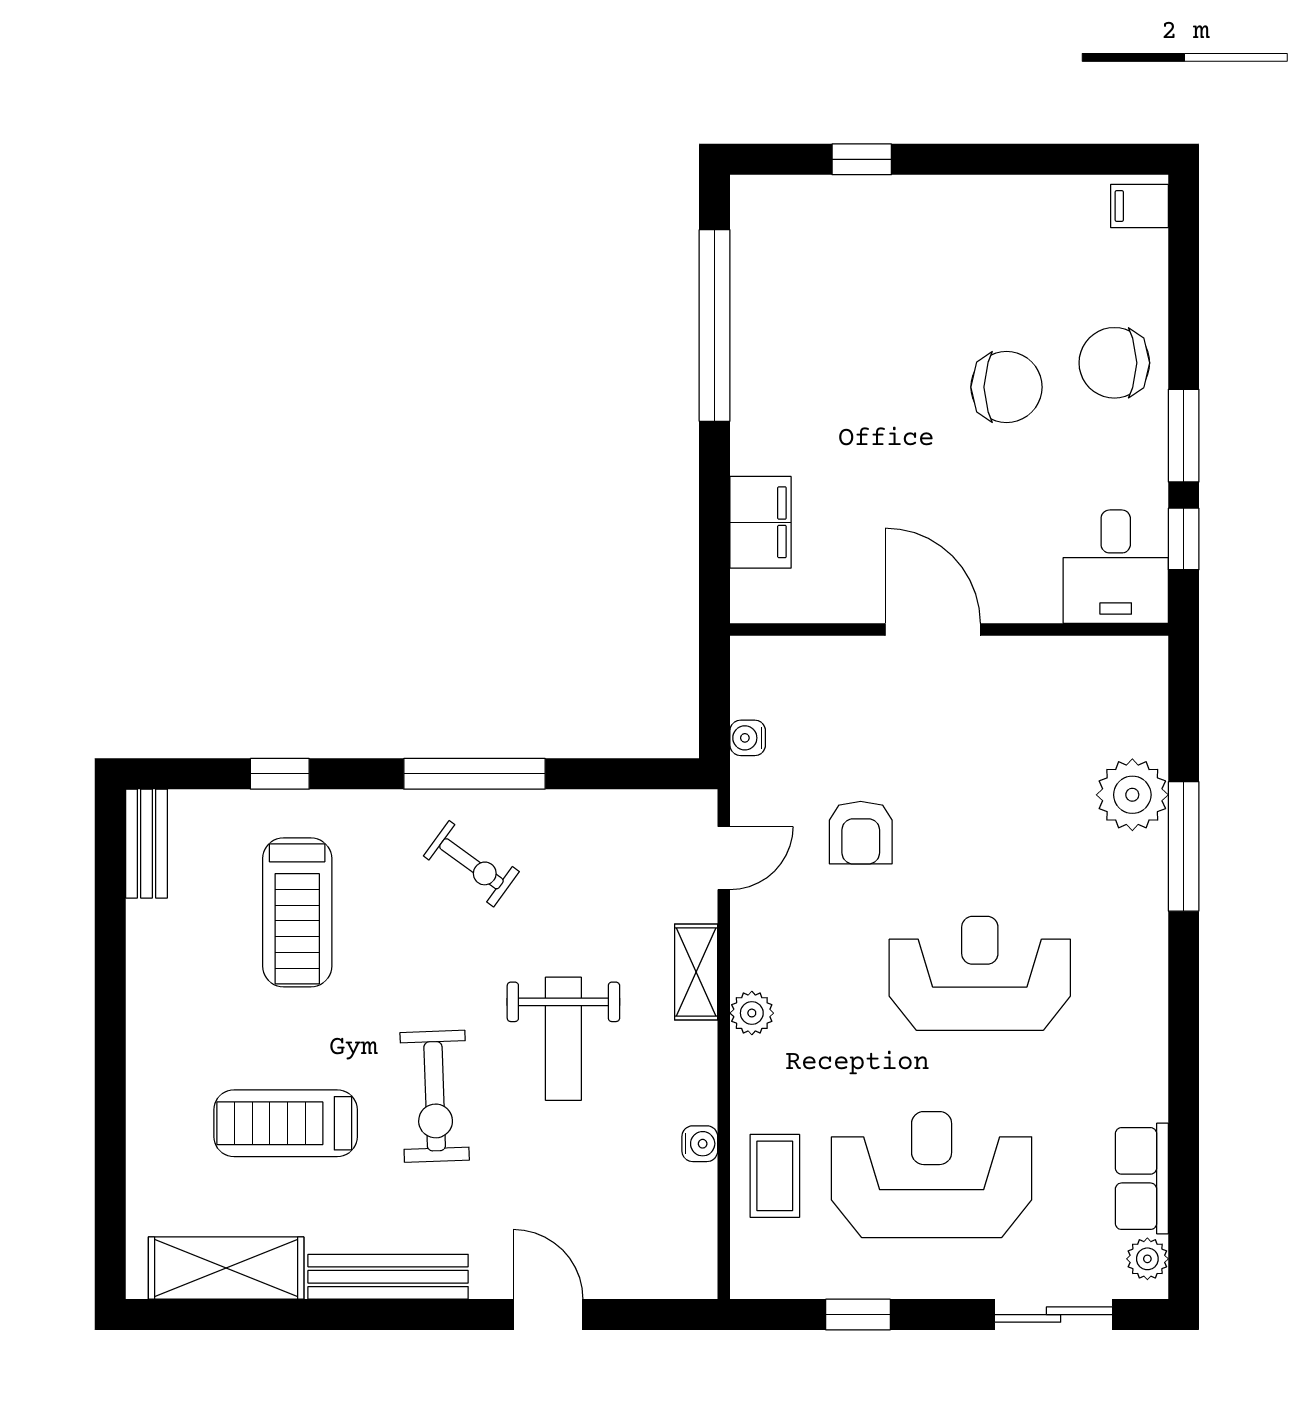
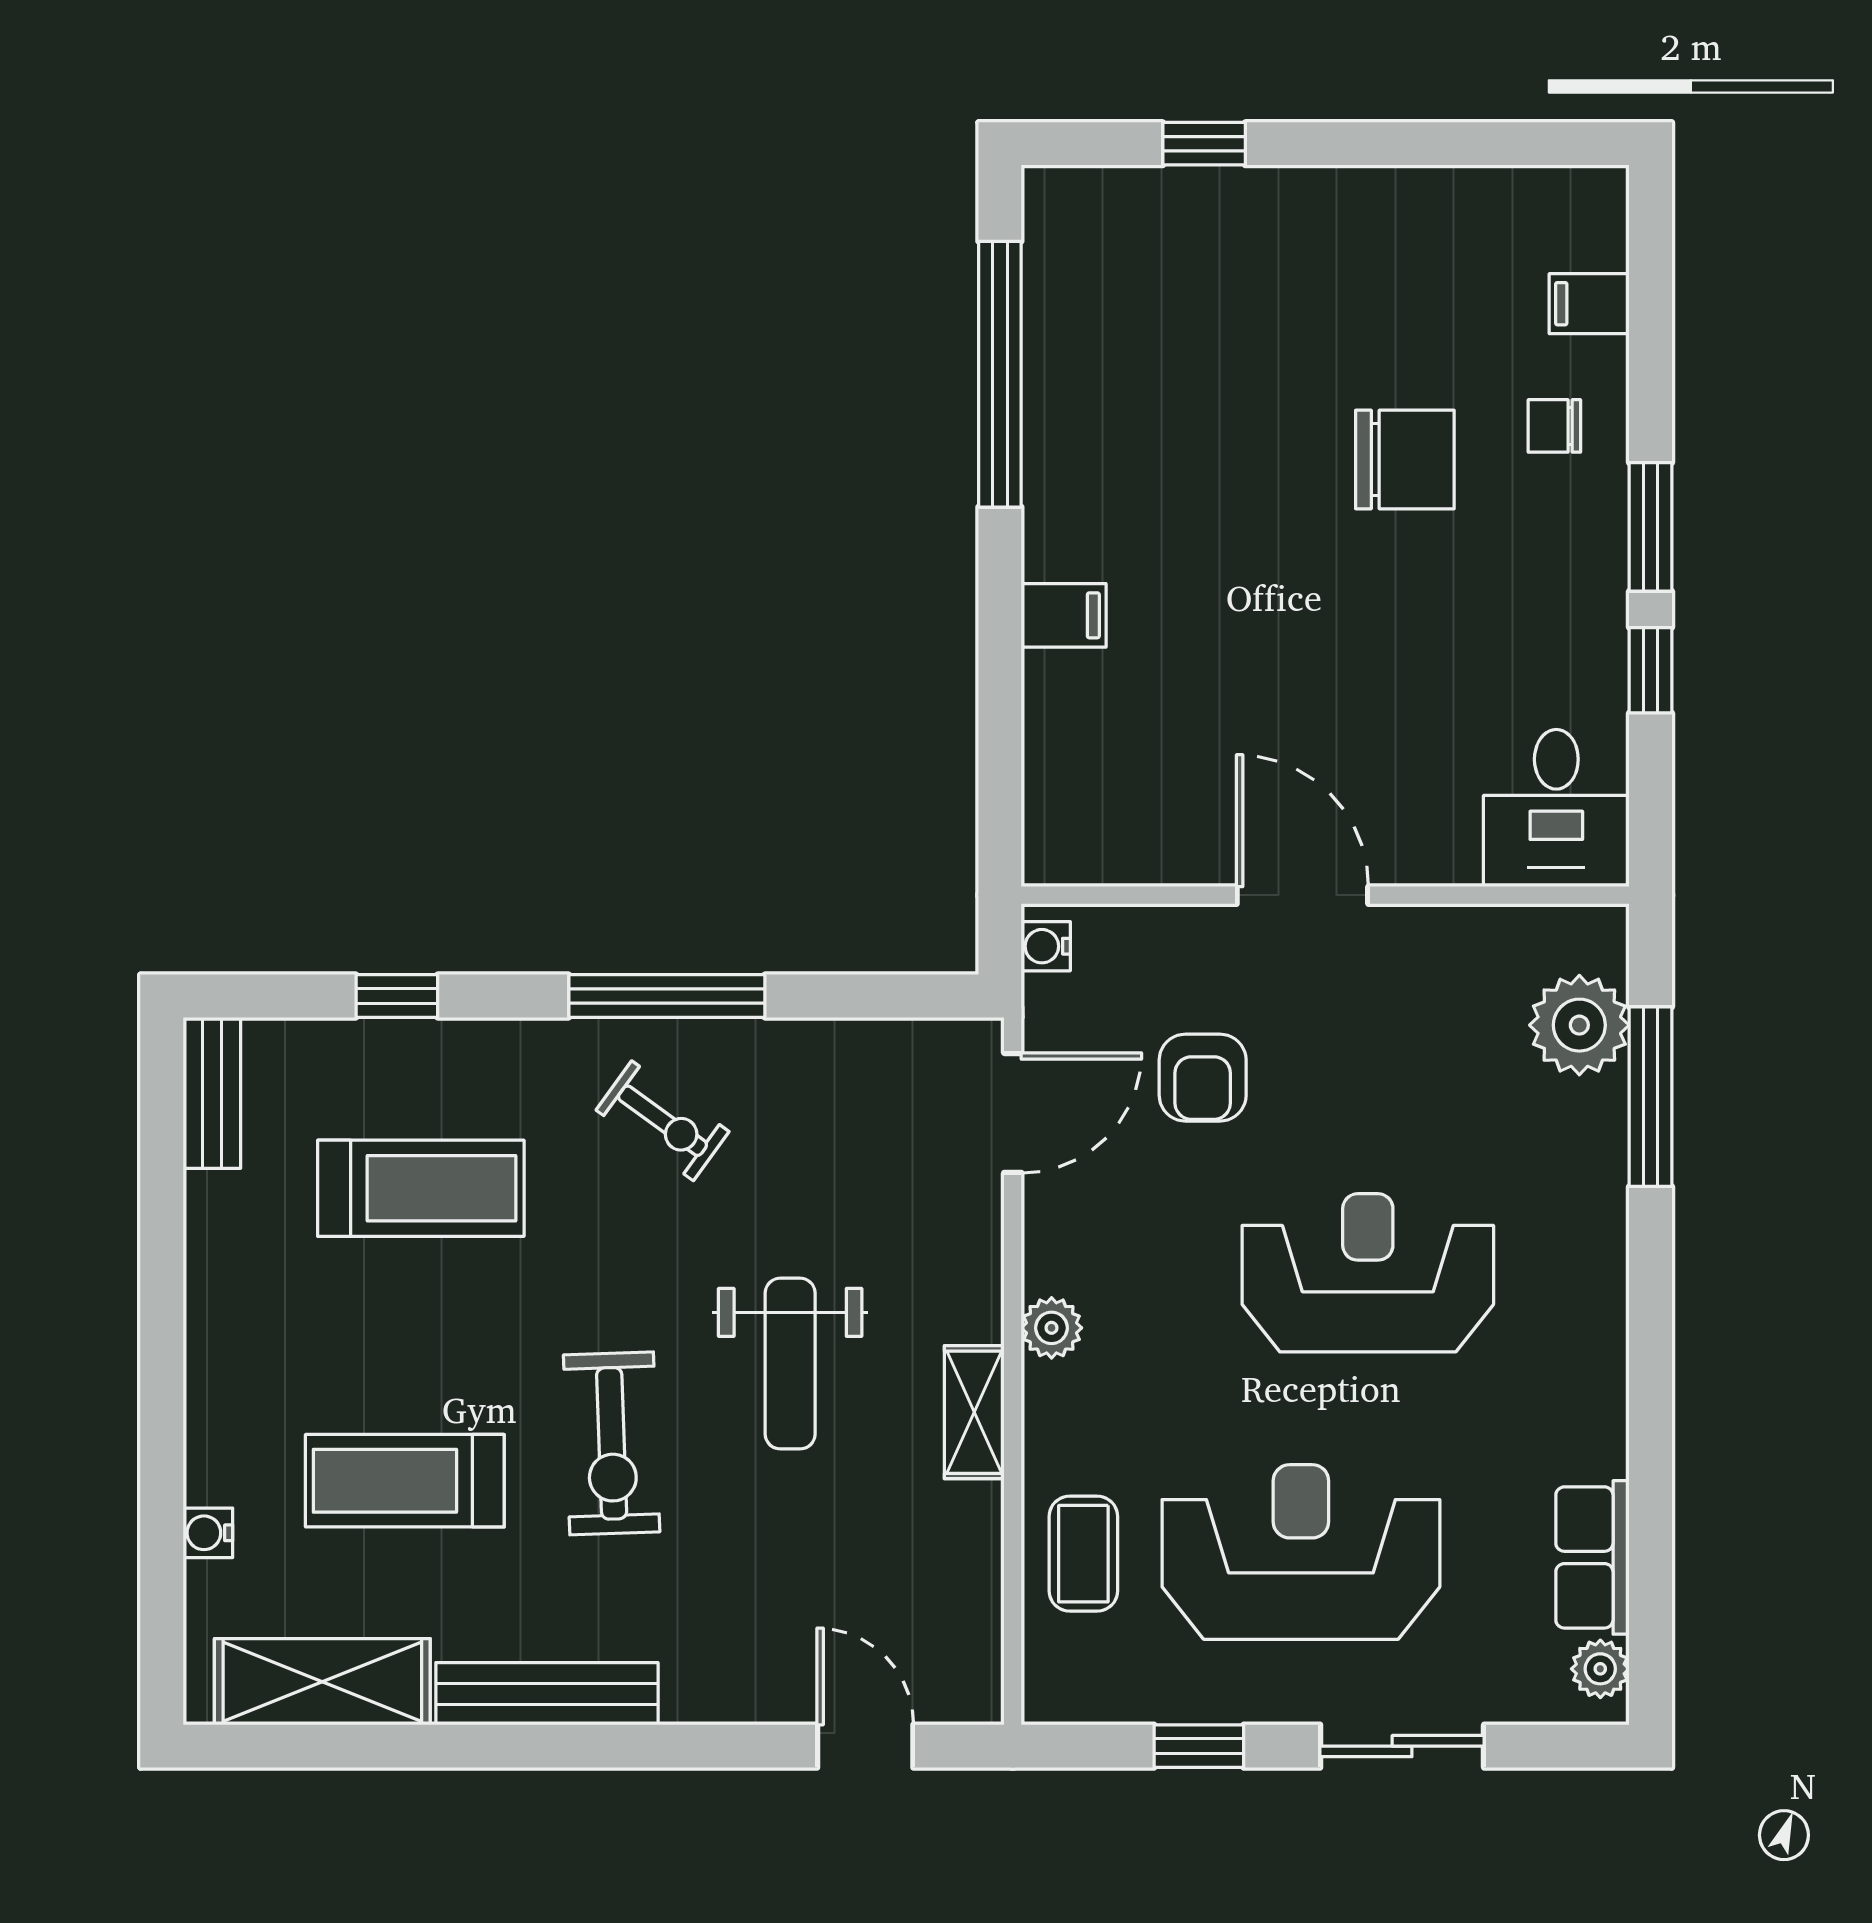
filing cabinet: (1139, 206) -> (1589, 304), moved
chair: (1114, 363) -> (1554, 426), width x0.54, depth x0.54
filing cabinet: (761, 522) -> (1064, 615), width x0.50
desk: (1116, 567) -> (1556, 808), moved
door: (933, 629) -> (1302, 895), moved
wall: (949, 629) -> (1325, 895), moved
door: (724, 858) -> (1013, 1113), width x1.38
treadmill: (297, 912) -> (421, 1188), turned -90
shelving: (696, 972) -> (974, 1412), moved
water cooler: (700, 1144) -> (208, 1533), moved, turned 180
door: (548, 1315) -> (865, 1746), moved
sliding door: (1054, 1315) -> (1402, 1746), moved

